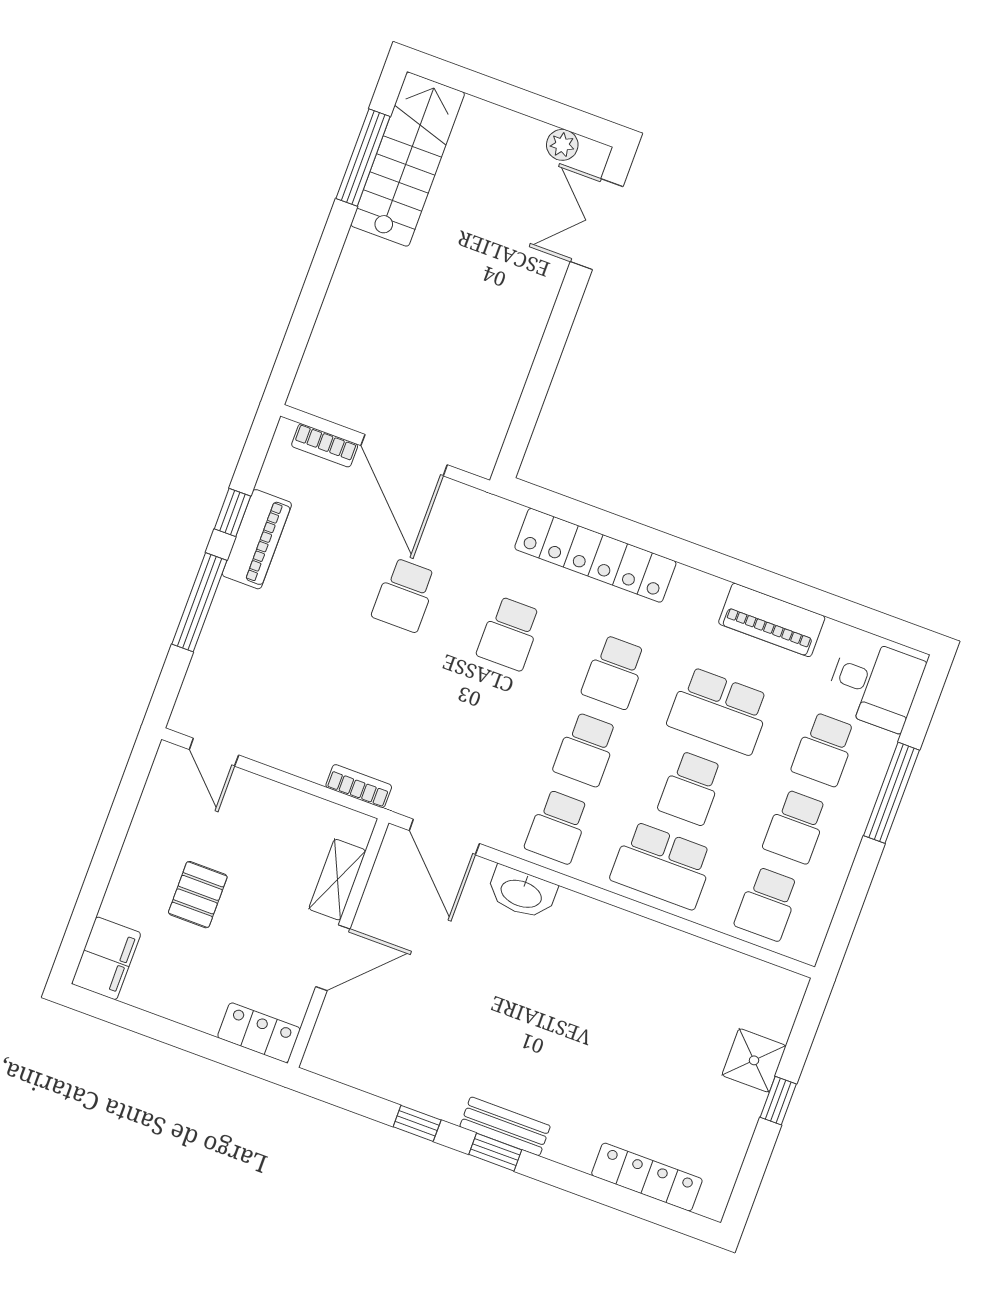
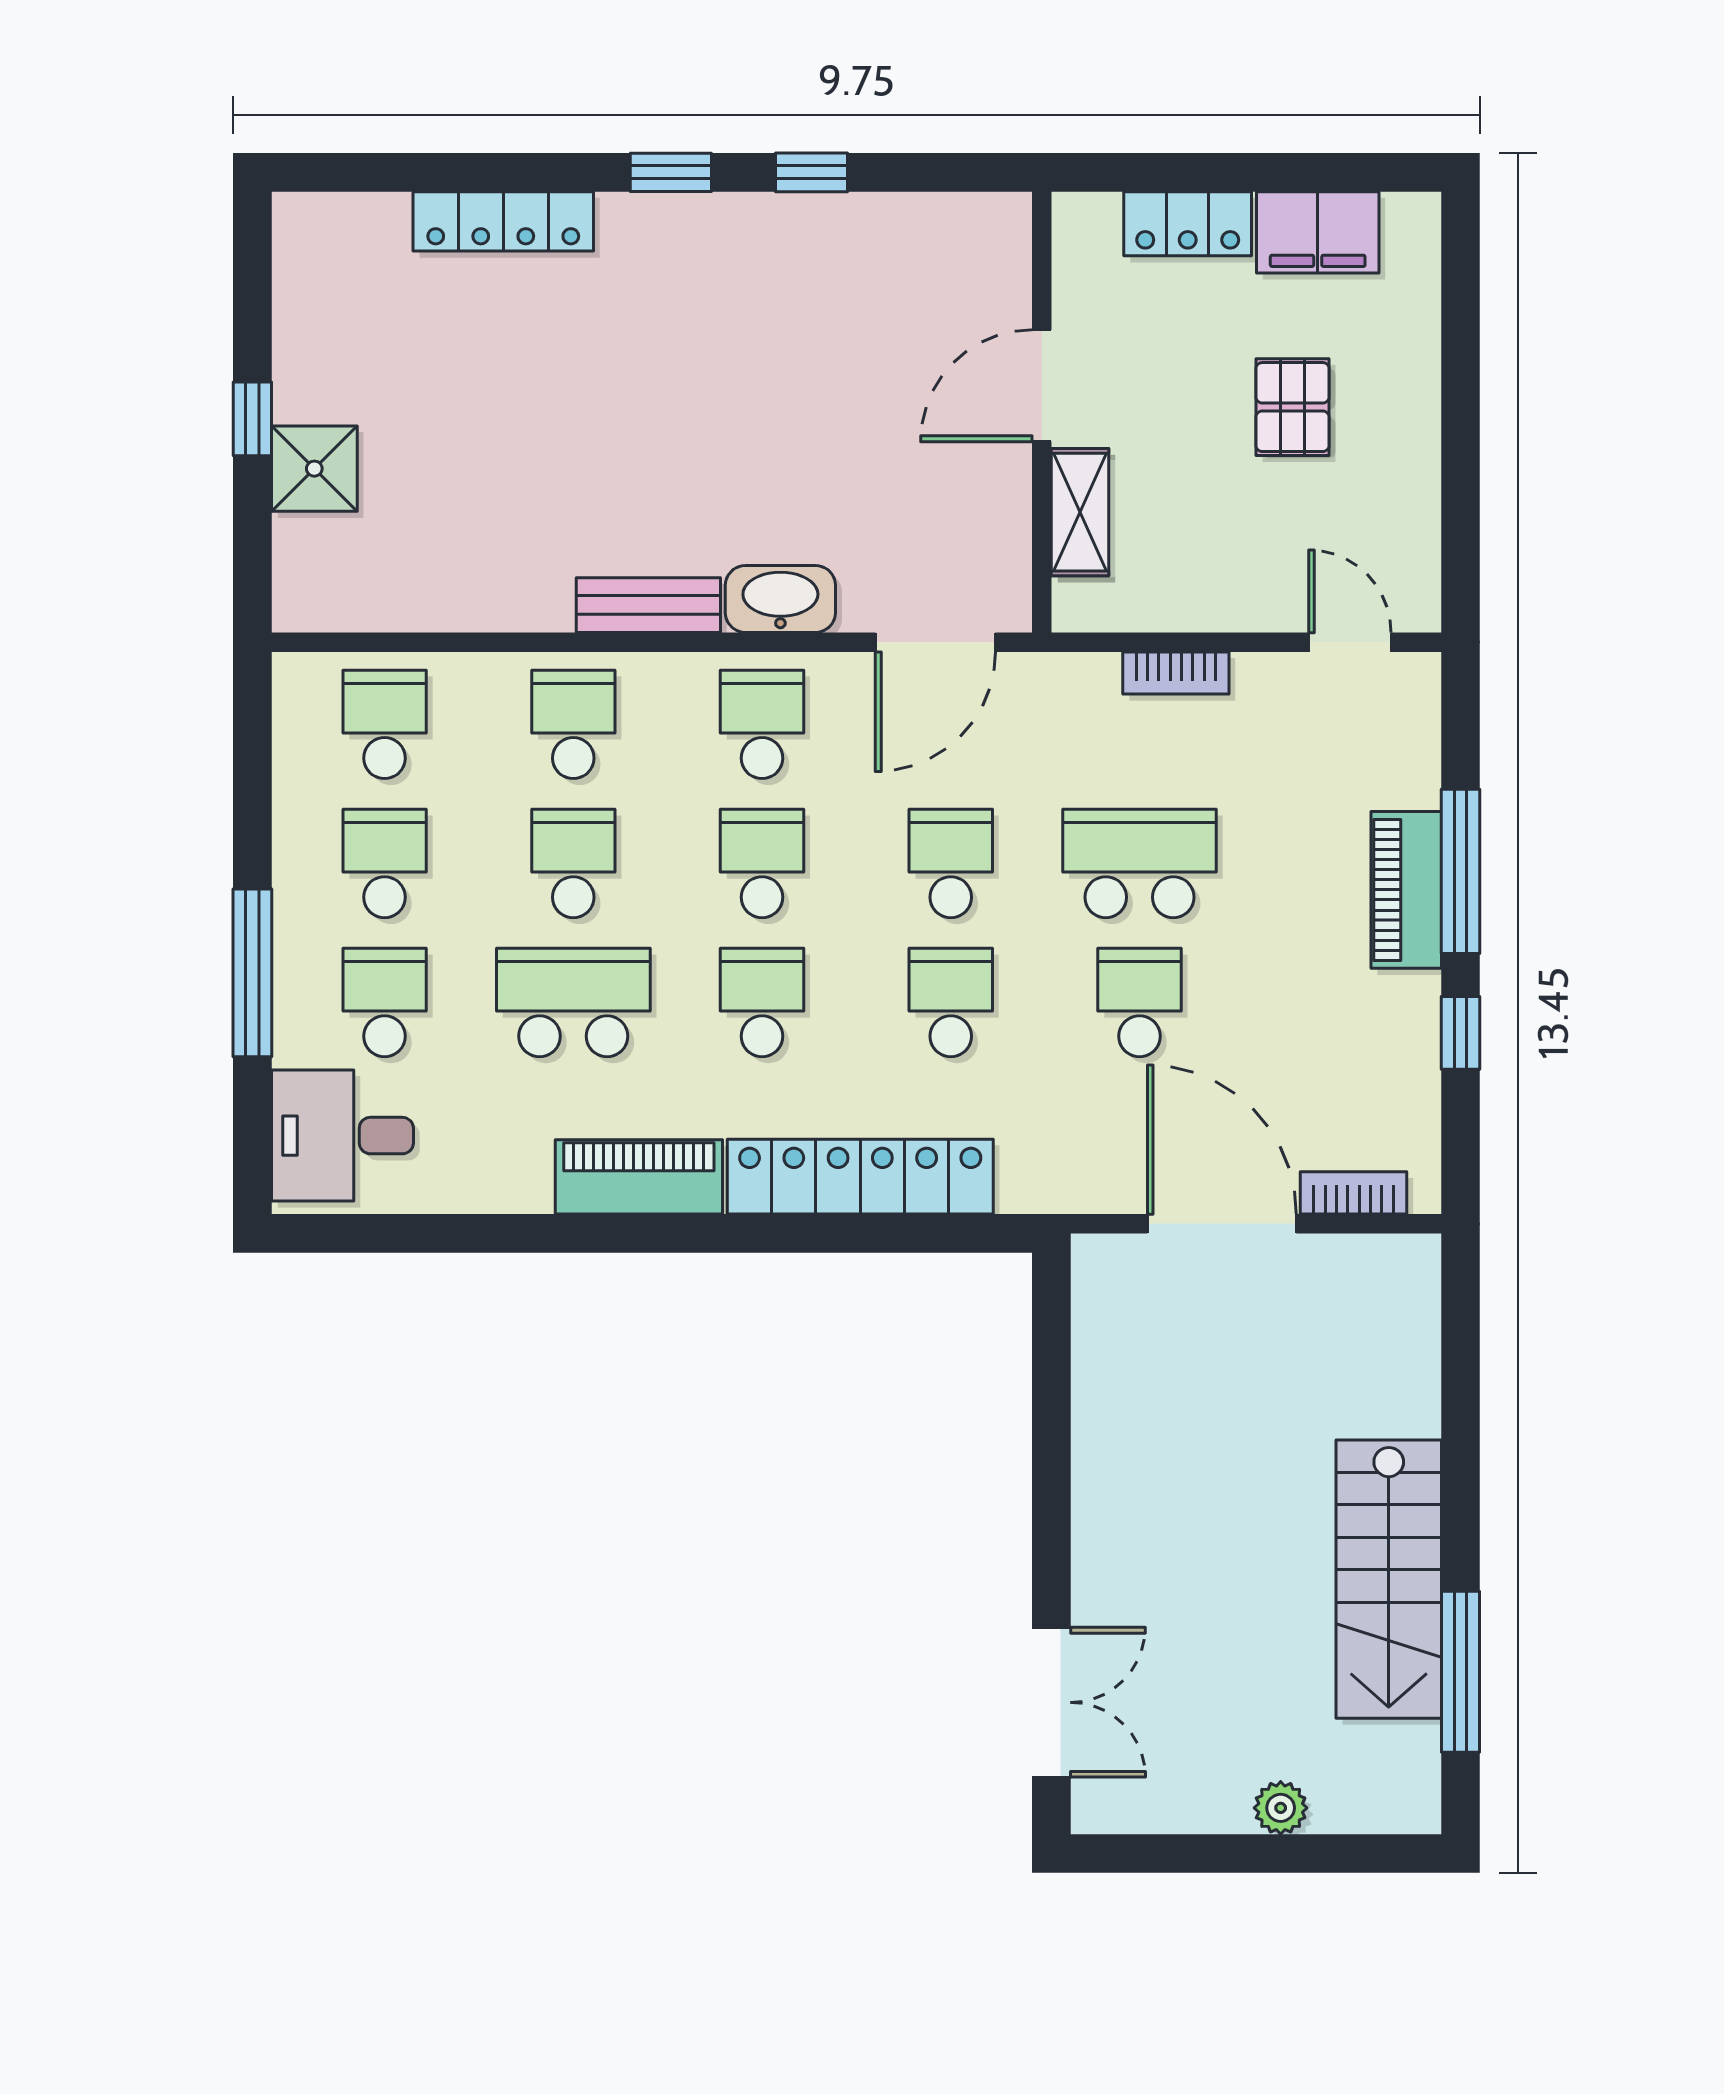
plant: (562, 145) -> (1281, 1808), moved
stairs: (408, 159) -> (1389, 1579), moved
piano: (257, 539) -> (1406, 890), moved
piano: (772, 620) -> (639, 1177), moved
school desk: (376, 672) -> (1140, 863), added
school desk: (481, 711) -> (951, 863), added
bookcase: (359, 786) -> (1176, 673), moved
door: (444, 837) -> (935, 642), swing flipped
school desk: (662, 865) -> (573, 724), width x0.54
filing cabinet: (106, 958) -> (1318, 232), moved, turned -90
locker: (259, 1033) -> (1188, 224), moved
bench: (505, 1126) -> (648, 605), moved
locker: (647, 1177) -> (503, 221), moved

